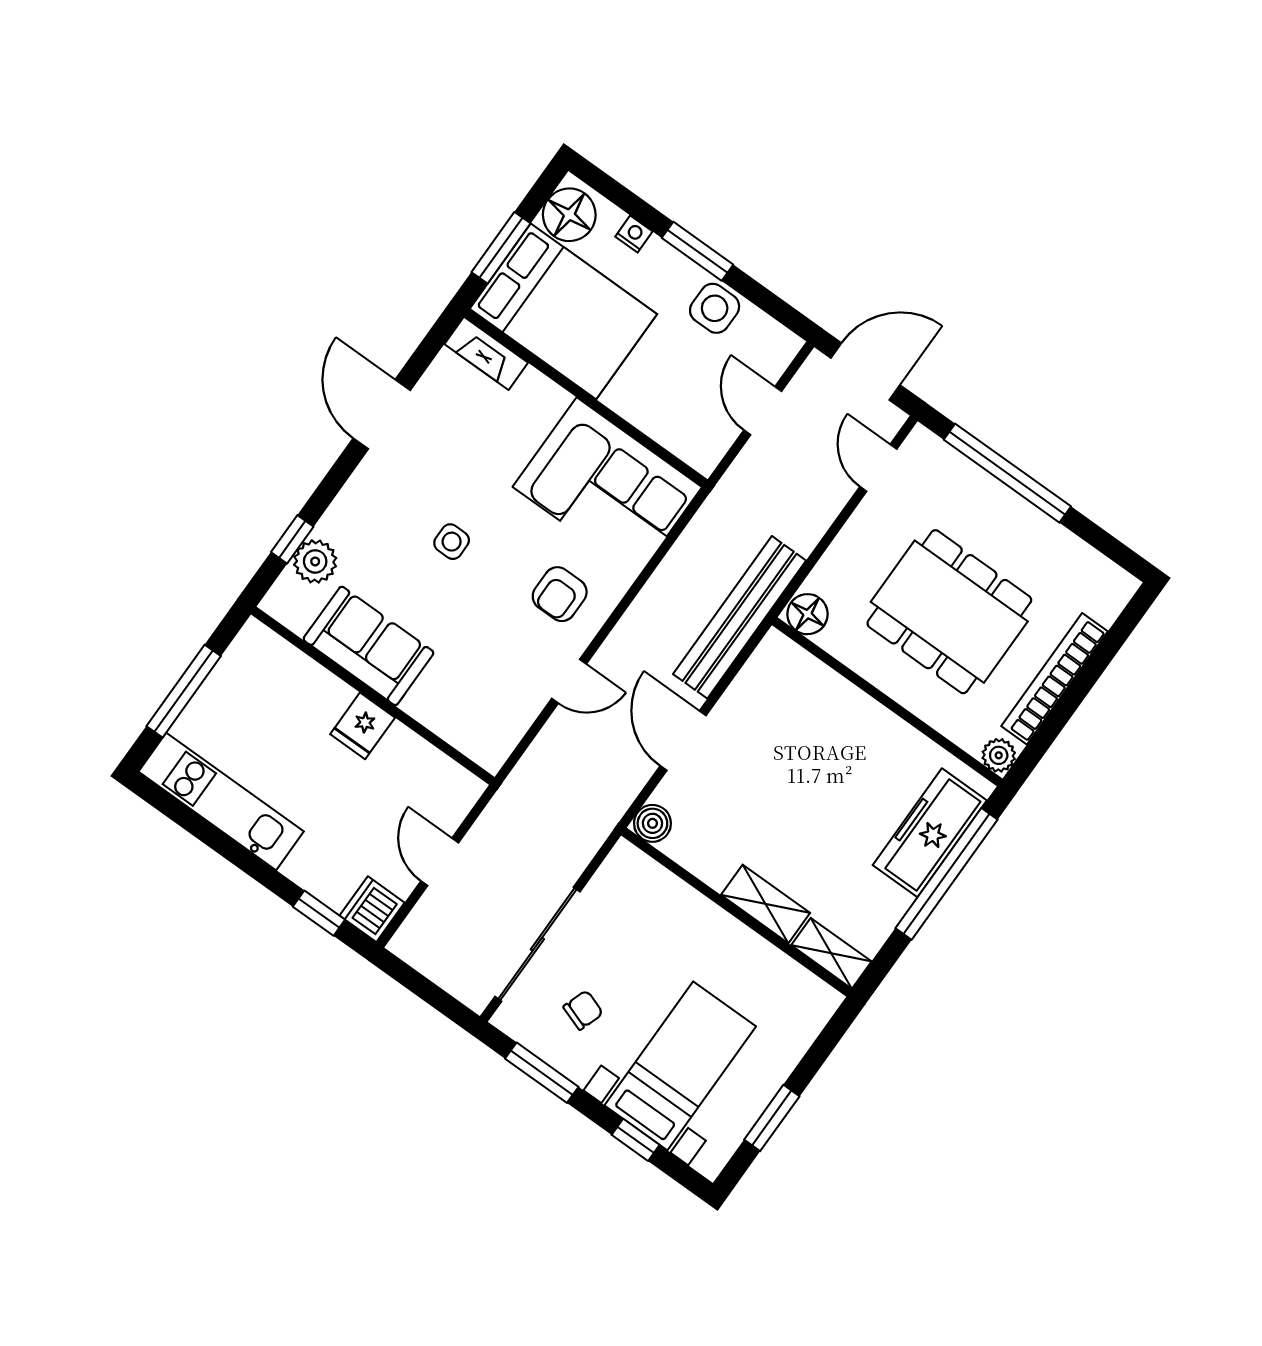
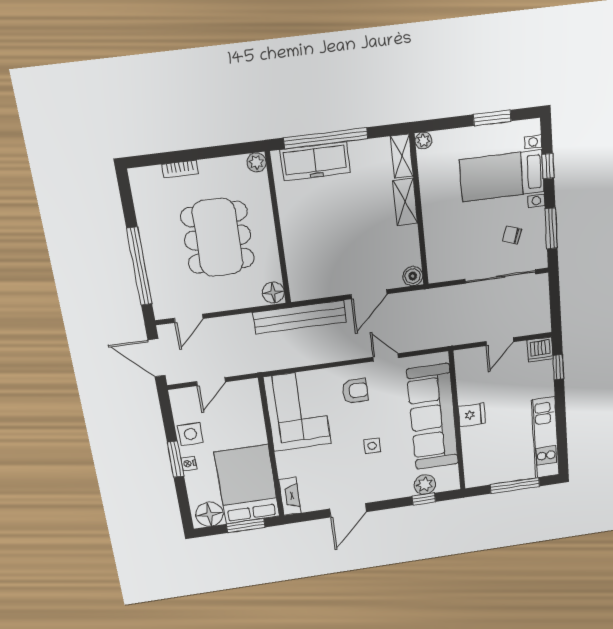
nightstand: (634, 234) -> (189, 464), moved
sofa: (369, 646) -> (433, 417), width x1.85, depth x1.27
bookcase: (1055, 679) -> (180, 169), width x0.43, depth x0.76
plant: (826, 1000) -> (423, 141), added

